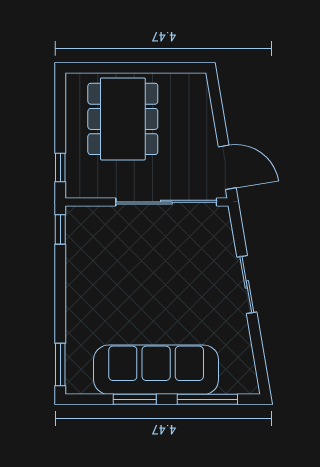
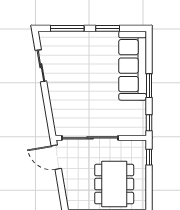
sliding door: (247, 284) -> (41, 66), moved
window: (60, 364) -> (149, 86), moved
sofa: (156, 370) -> (133, 66), moved, turned 90

